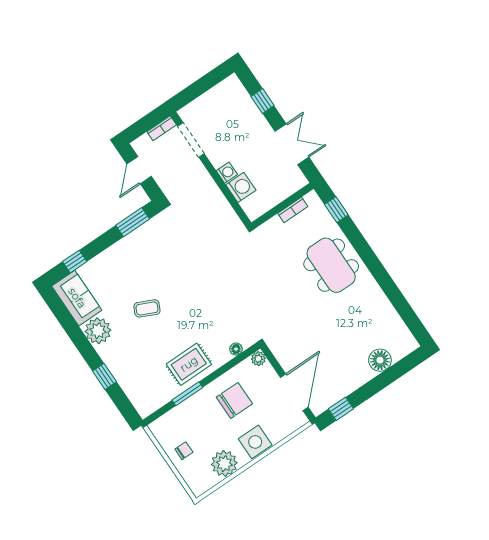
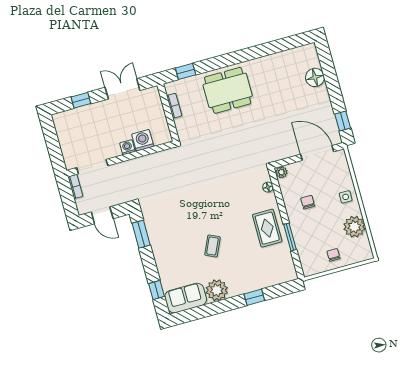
chair: (234, 401) -> (308, 202), width x0.54, depth x0.54
side table: (255, 442) -> (346, 197), width x0.54, depth x0.54

